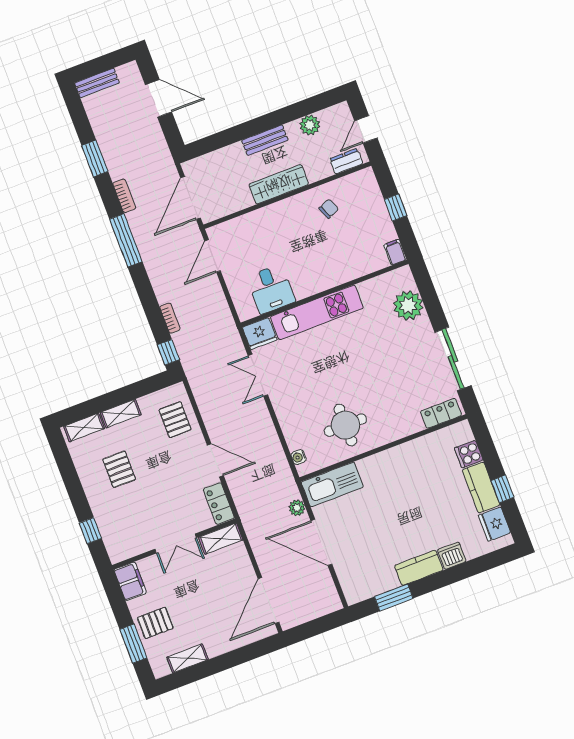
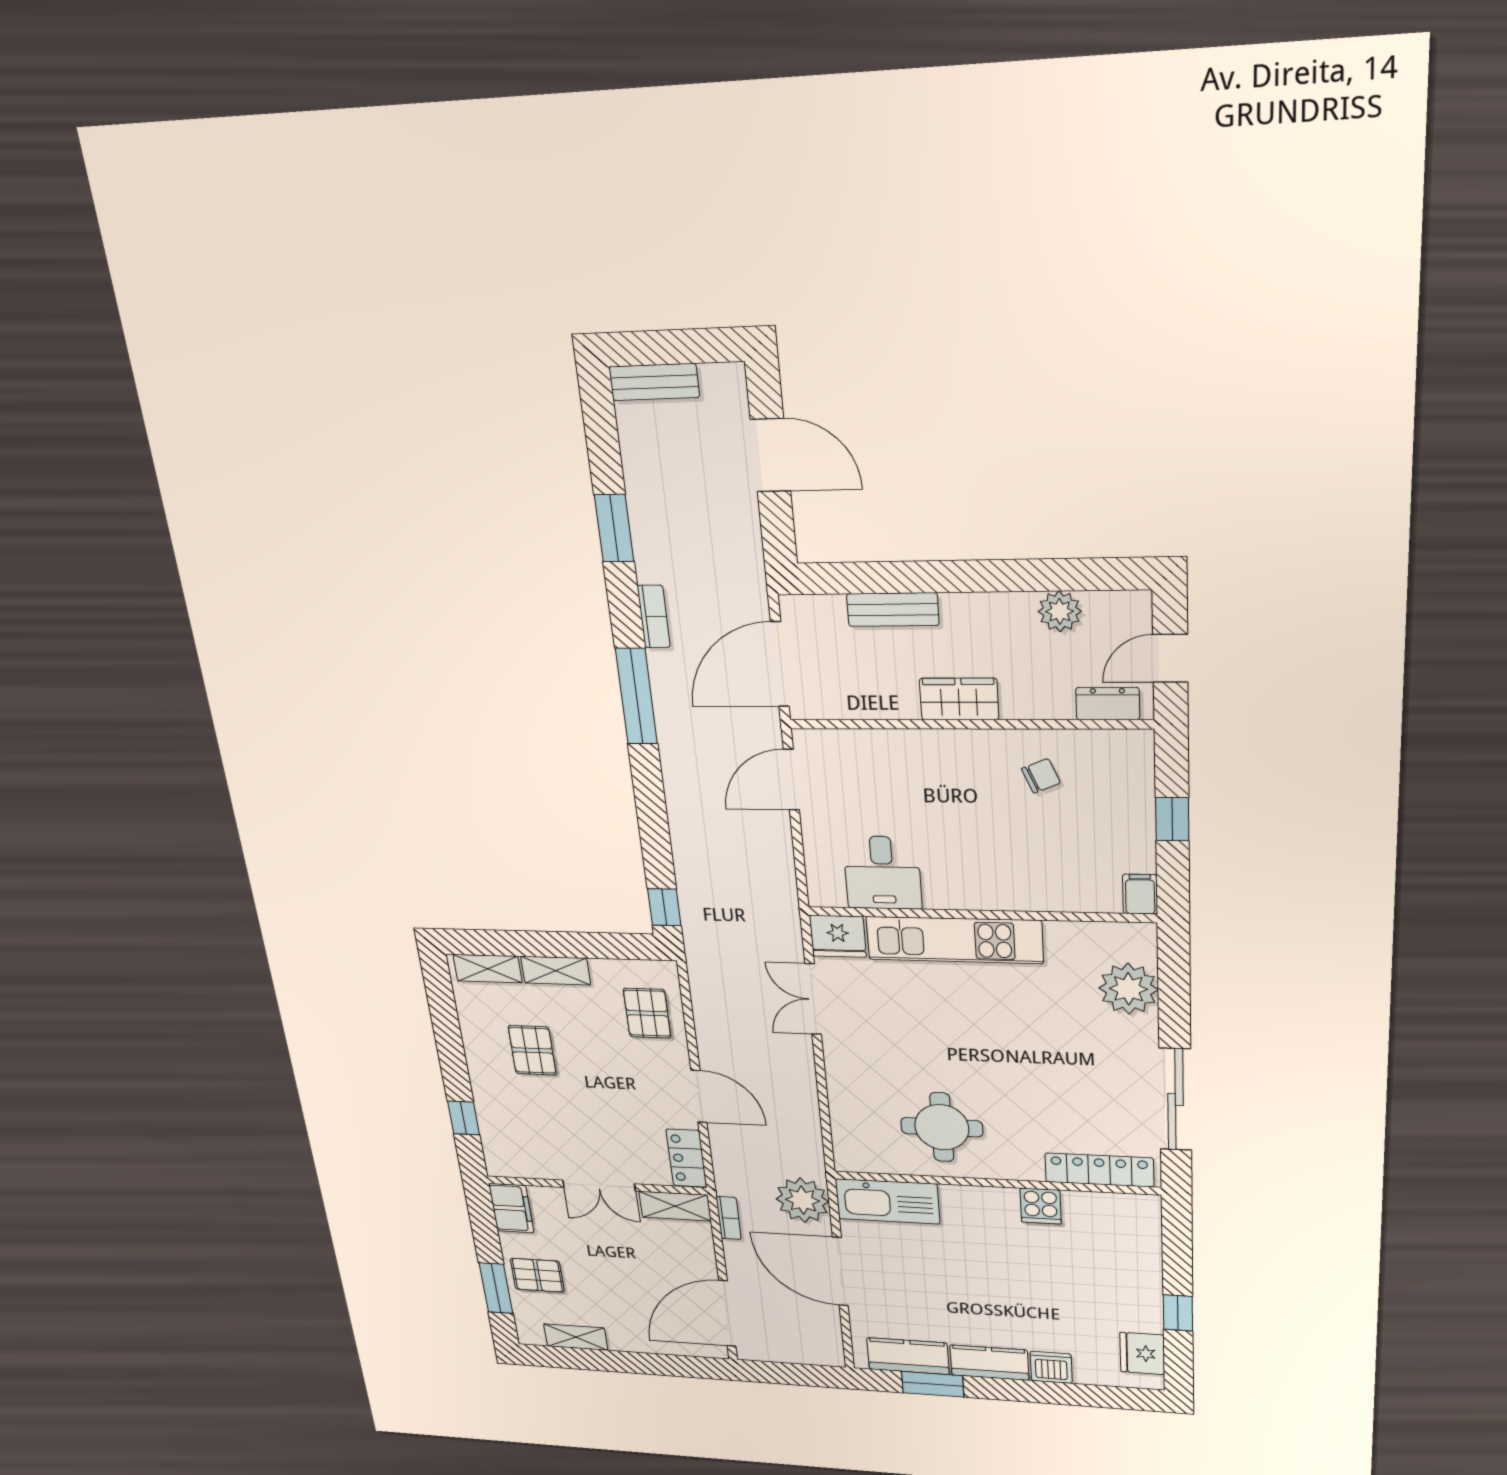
bench: (265, 140) -> (893, 610), moved
wardrobe: (279, 184) -> (959, 699), width x0.67
bookcase: (170, 318) -> (729, 1218), moved
locker: (441, 413) -> (1099, 1170), width x1.53
cooker: (469, 454) -> (1041, 1206), moved, turned -90
water cooler: (299, 457) -> (843, 1143), removed
kitchen counter: (481, 487) -> (908, 1356), moved, turned 90
plant: (297, 508) -> (802, 1200), width x1.87, depth x1.87

